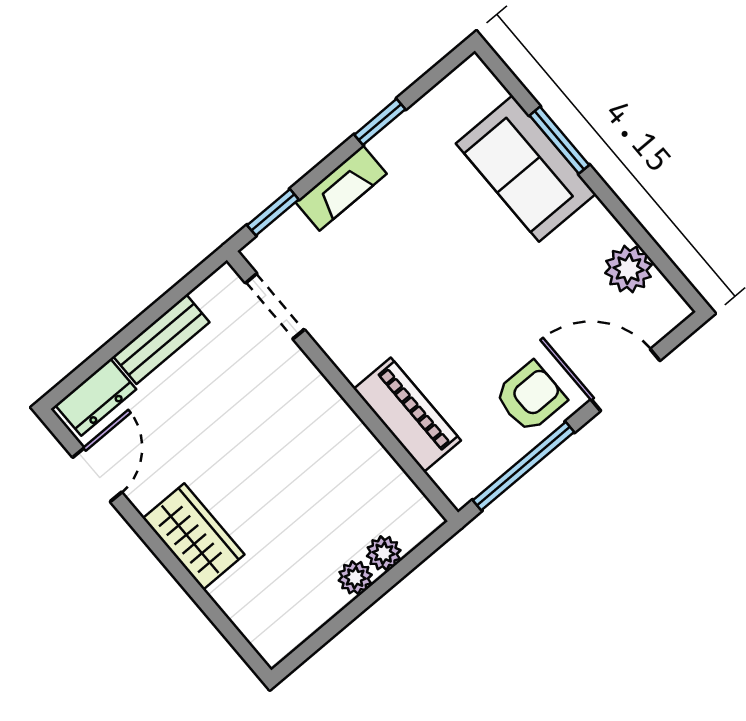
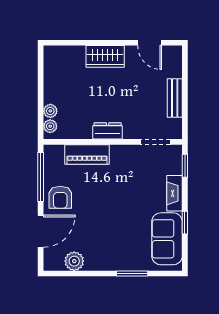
sofa: (526, 169) -> (167, 239), moved, turned -90
dresser: (96, 397) -> (108, 131), moved, turned 90
plant: (355, 578) -> (50, 126), moved

